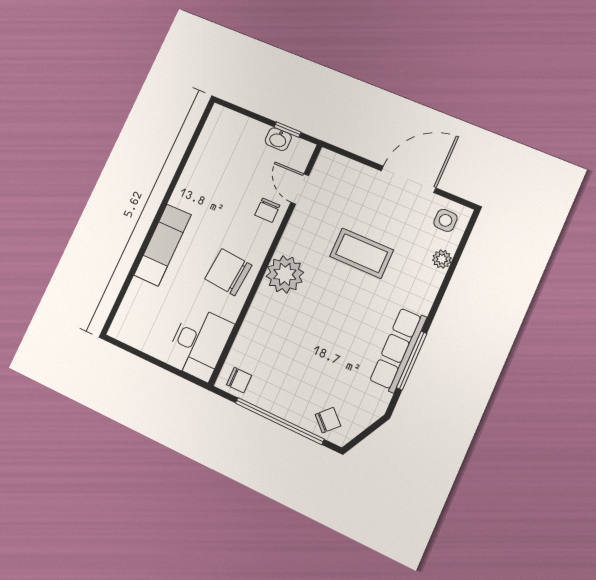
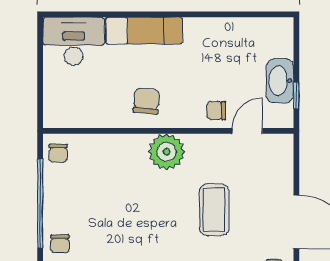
washbasin: (278, 139) -> (280, 81), width x1.91, depth x1.45
chair: (228, 272) -> (146, 101), width x0.73, depth x0.73
desk: (199, 343) -> (74, 41), moved, turned 180
chair: (328, 420) -> (60, 244), turned 46

